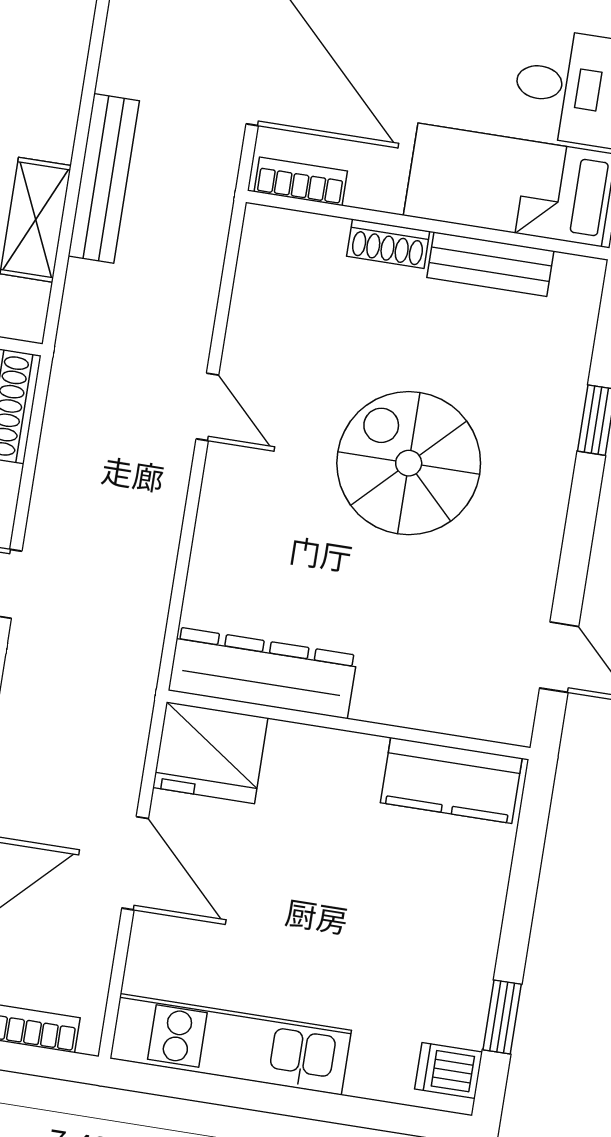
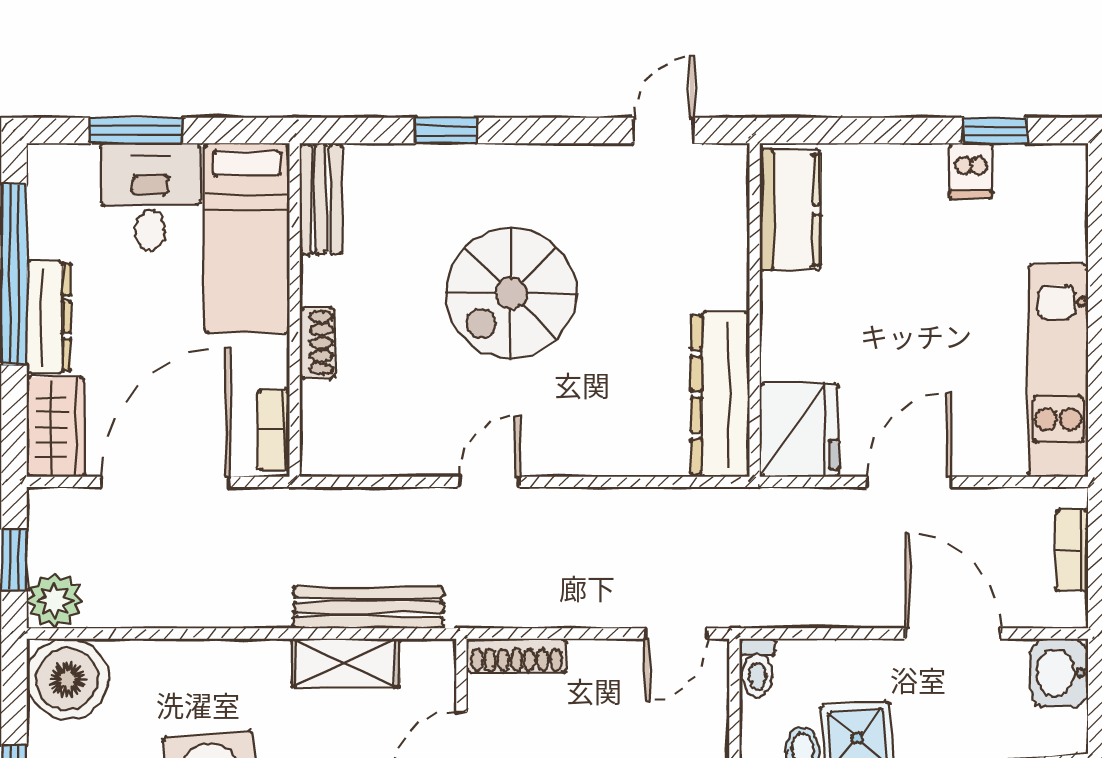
bench: (104, 178) -> (368, 607), moved
bench: (490, 264) -> (321, 199), moved
dishwasher: (449, 1071) -> (971, 171), moved

